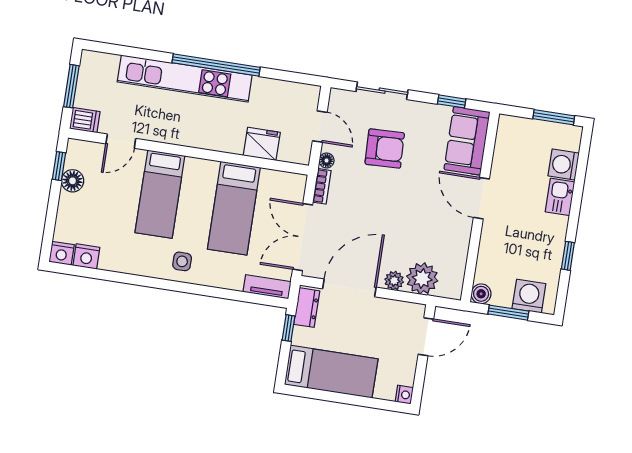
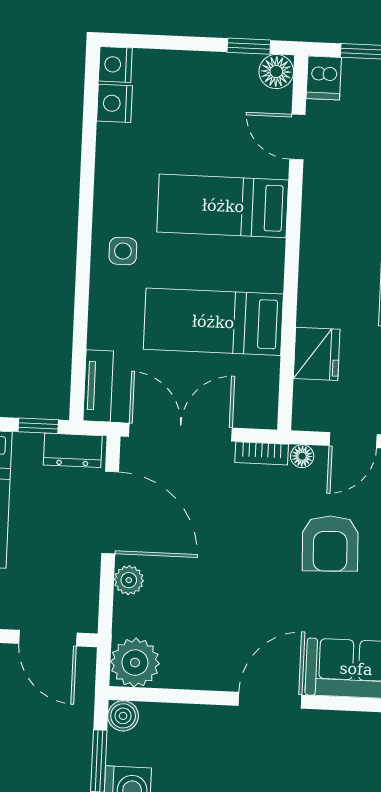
floor lamp: (73, 181) -> (276, 72), moved
plant: (422, 278) -> (135, 663), moved

